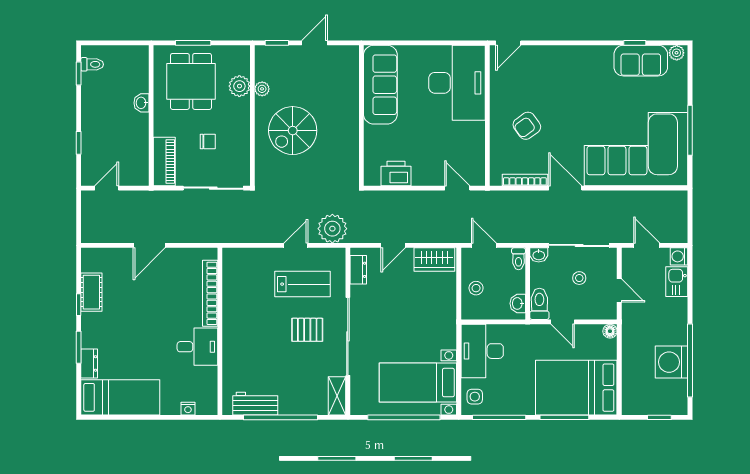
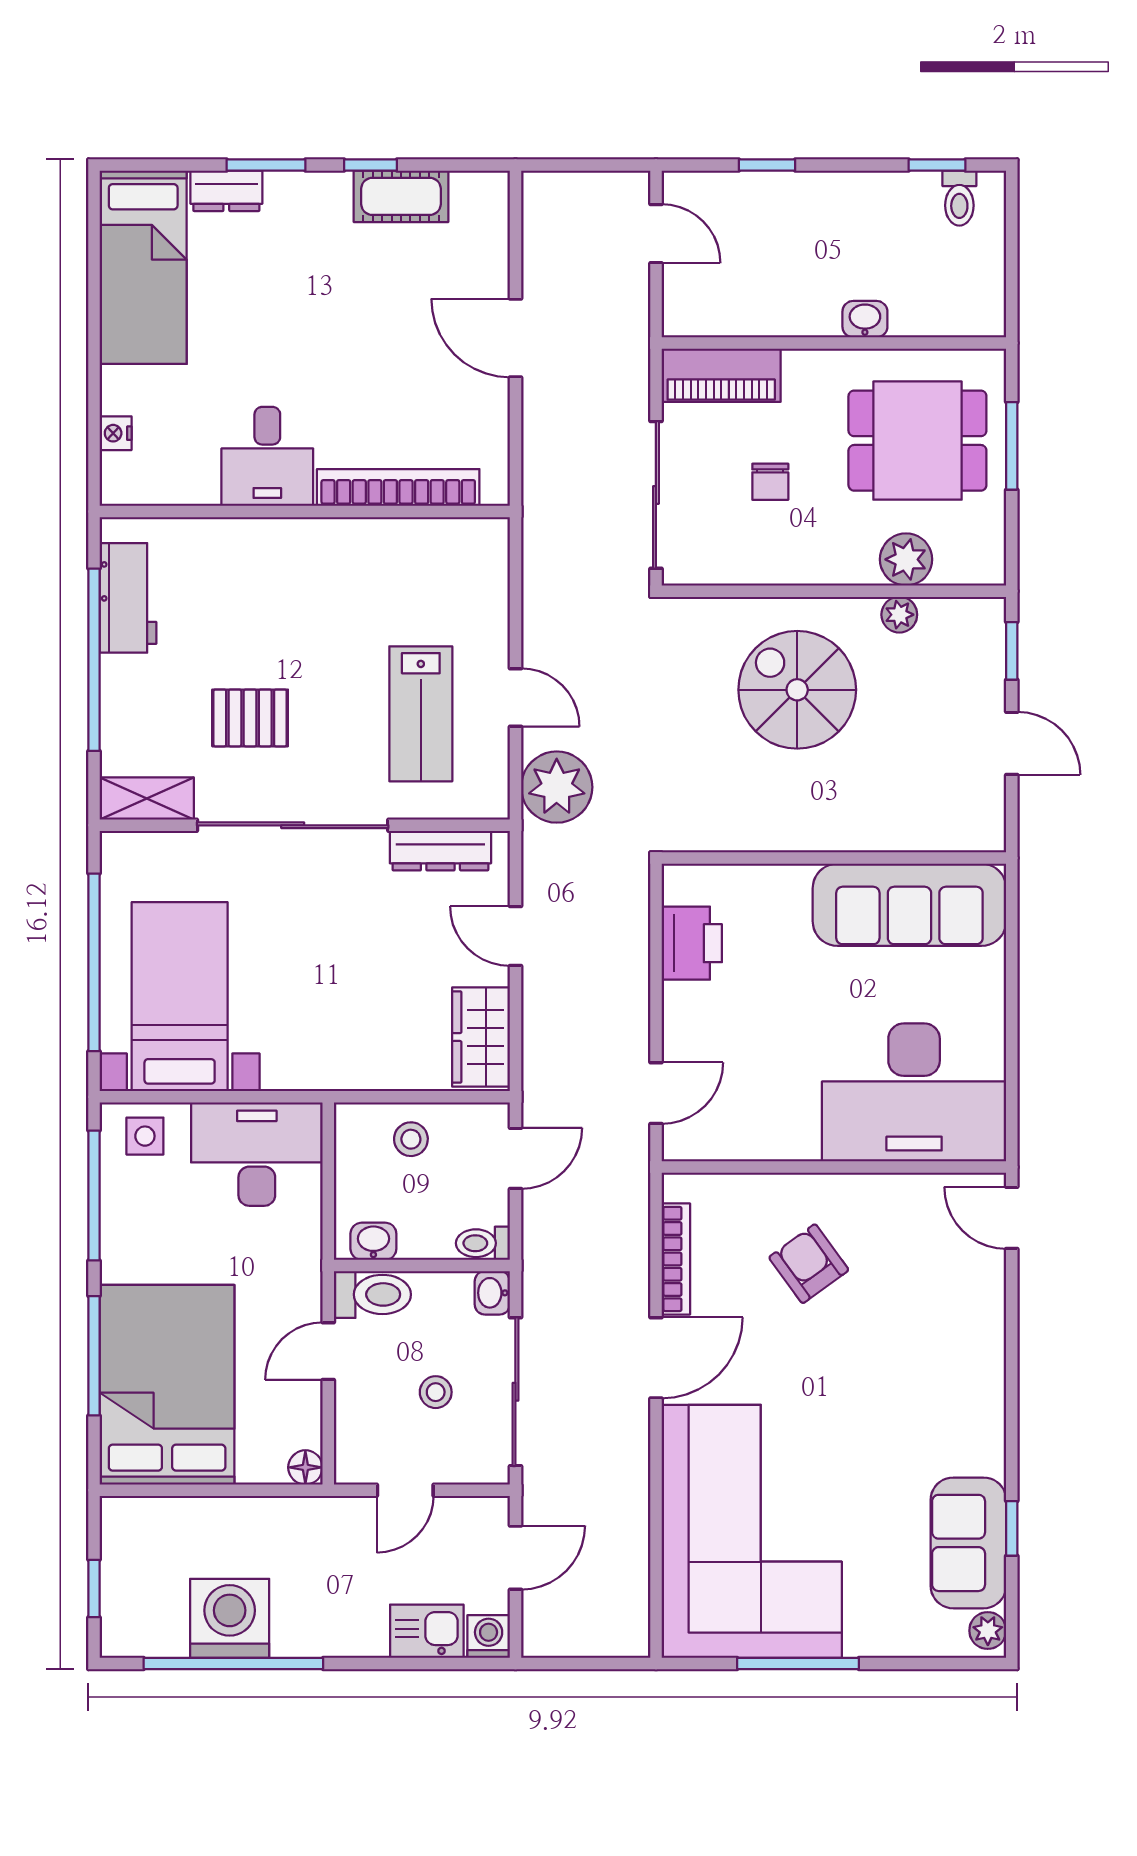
dresser: (358, 270) -> (440, 851), width x1.44
pallet: (307, 330) -> (250, 718), moved, turned 90

